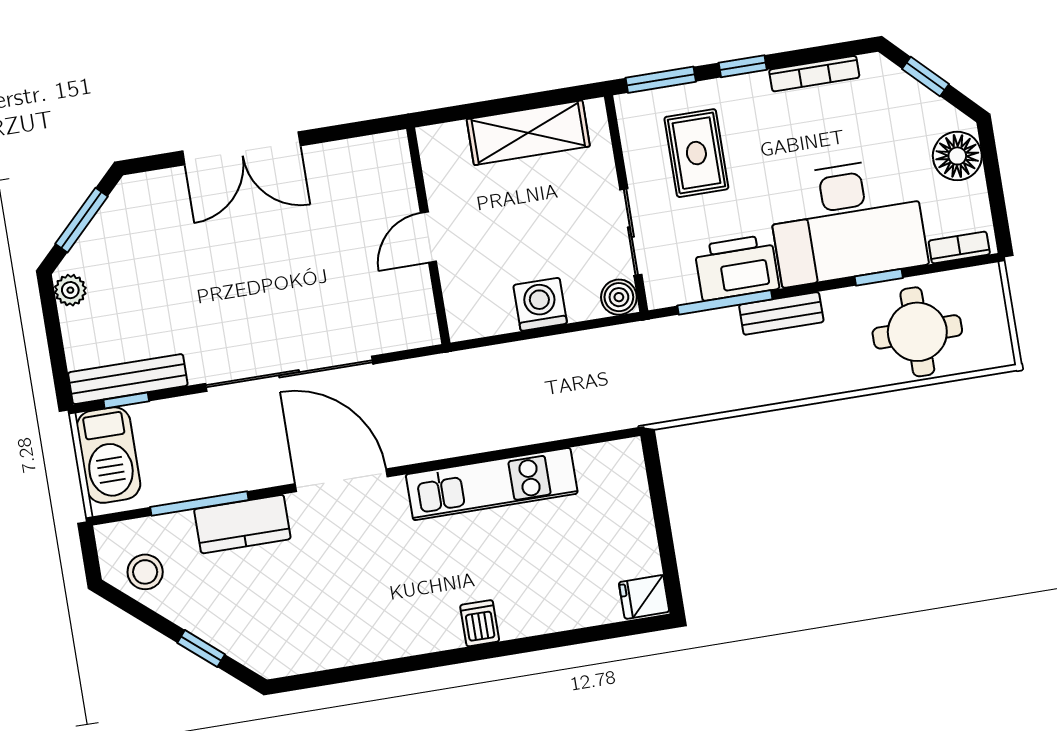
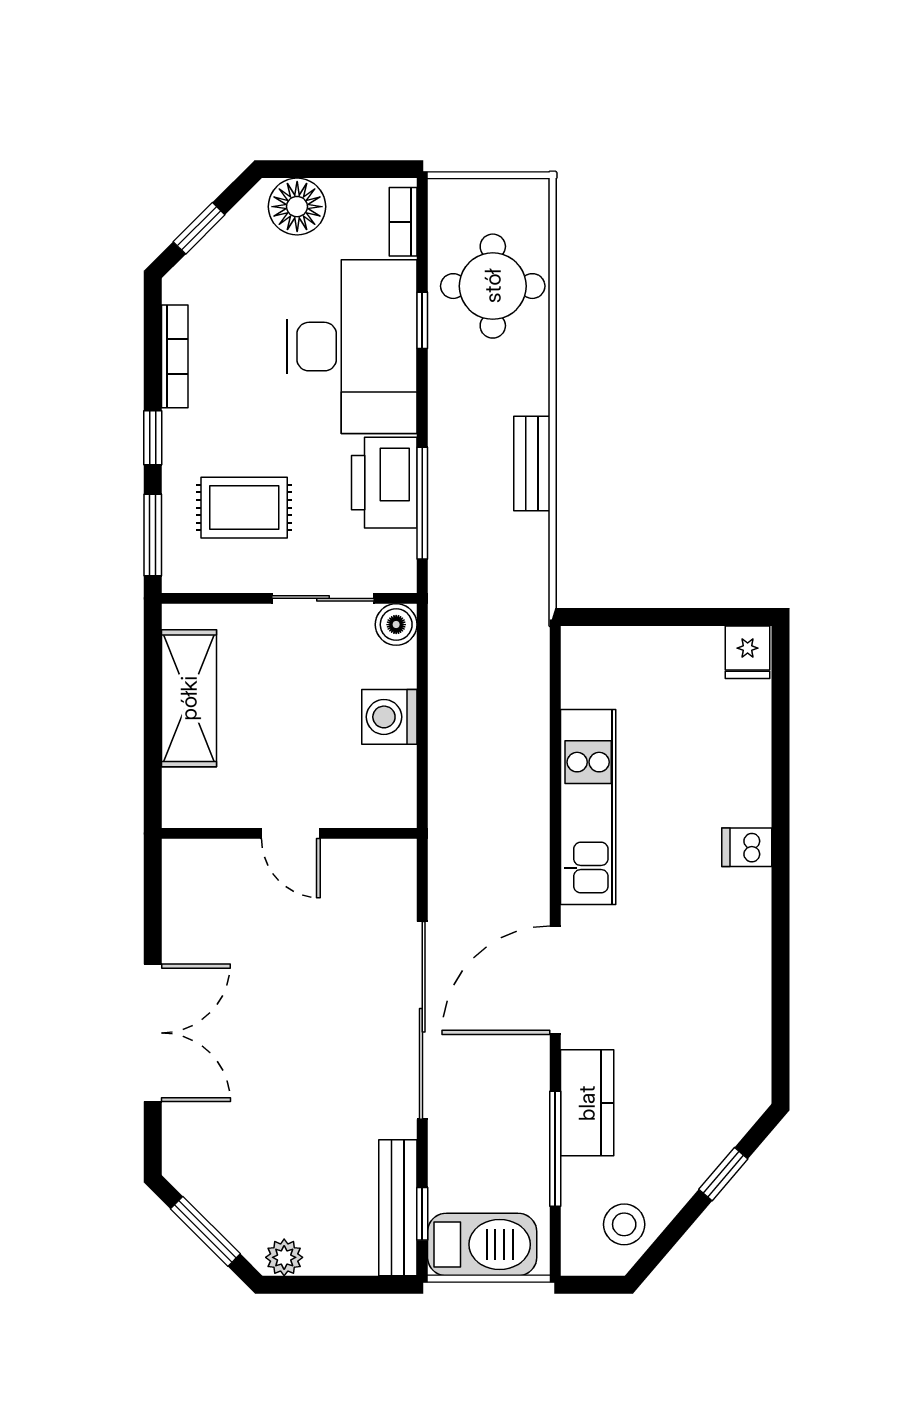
bench: (781, 313) -> (532, 463), moved

